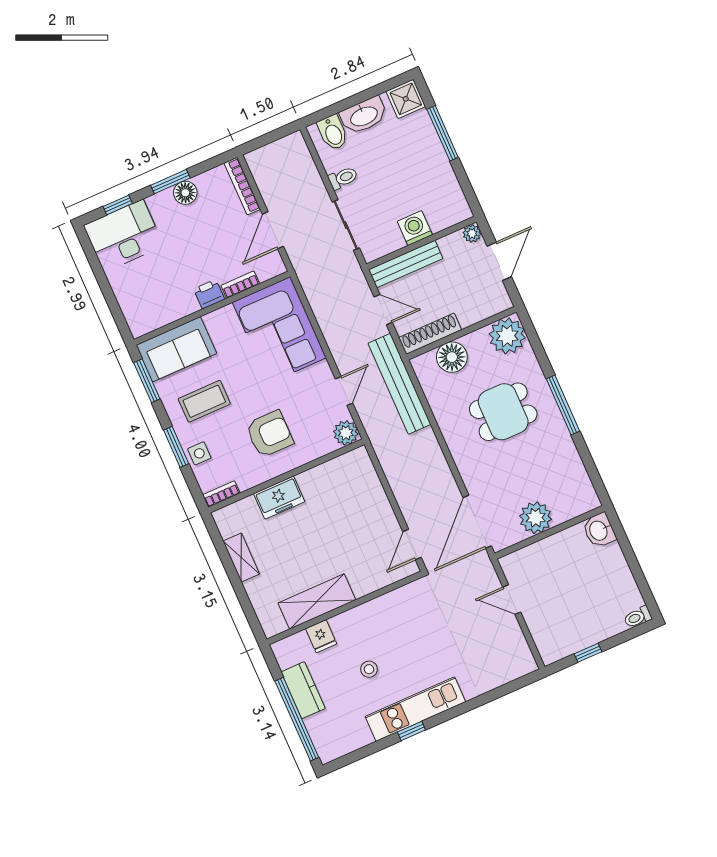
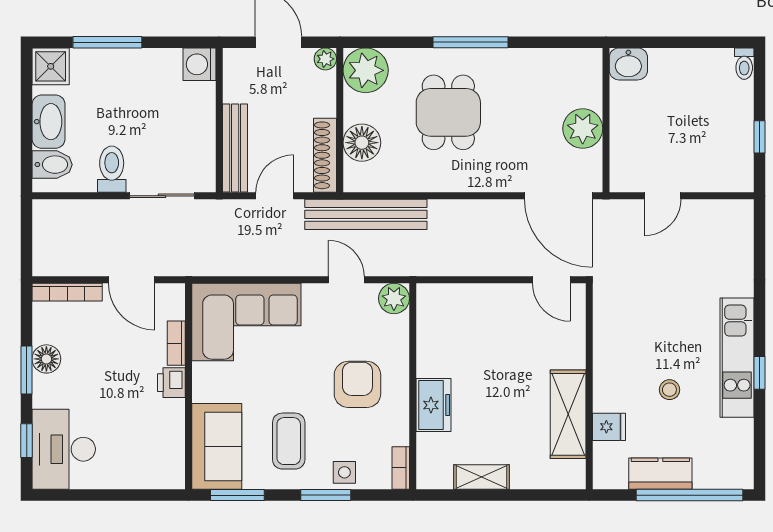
toilet: (343, 178) -> (112, 169), width x1.37, depth x1.39
washing machine: (415, 228) -> (200, 64), moved
plant: (472, 233) -> (325, 59), moved

